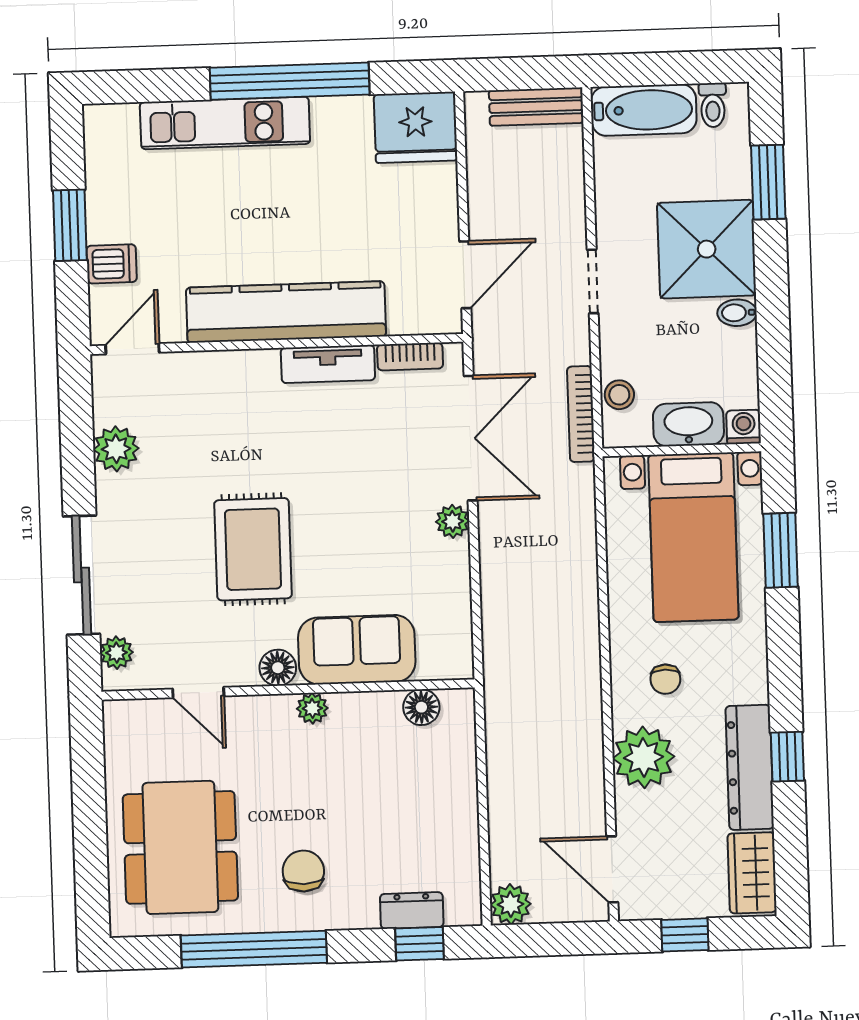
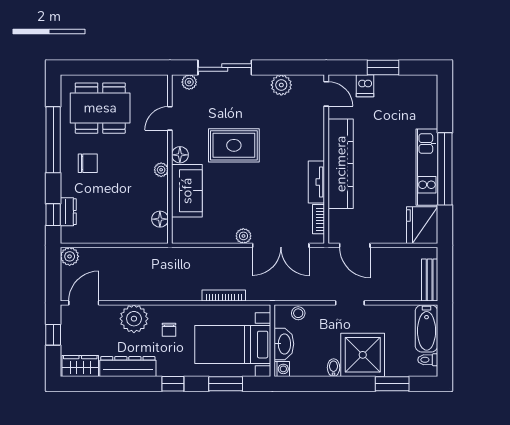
kitchen unit: (225, 123) -> (427, 167), moved
bookcase: (581, 414) -> (224, 296), moved
chair: (665, 679) -> (169, 330), turned -90
window: (787, 757) -> (173, 384), moved

